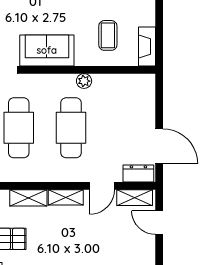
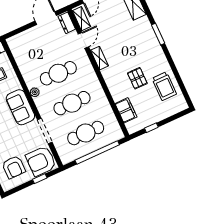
plant: (84, 81) -> (35, 92), moved
door: (102, 186) -> (83, 40), hinge flipped
shelving: (28, 198) -> (110, 79), removed

